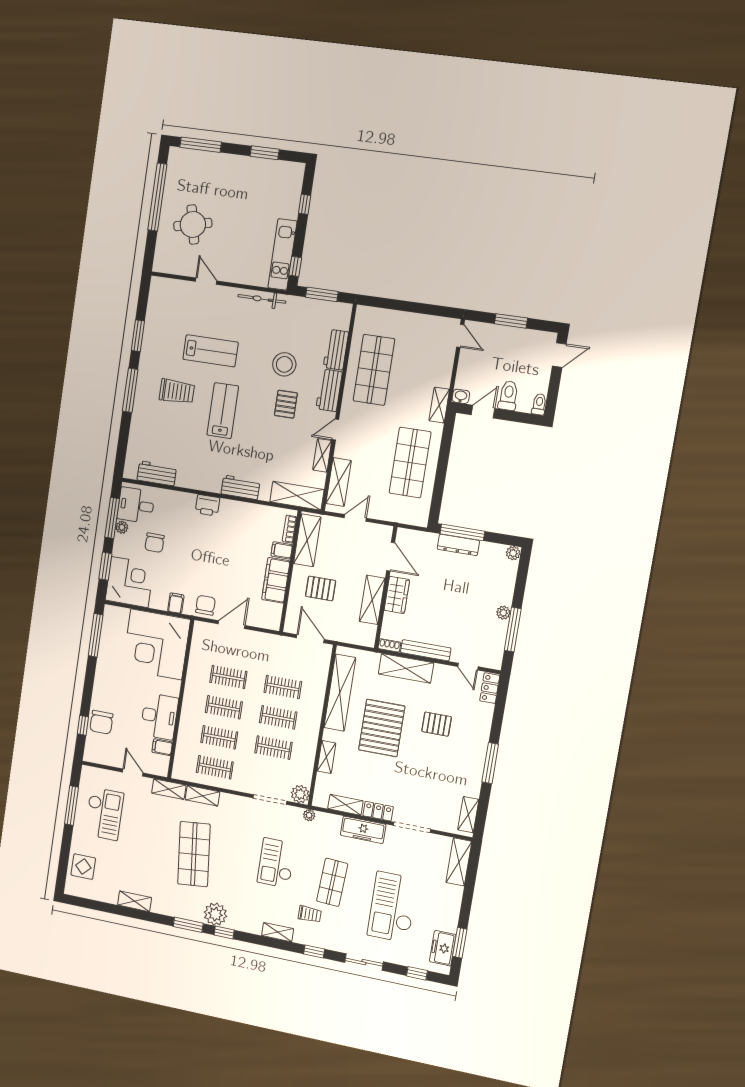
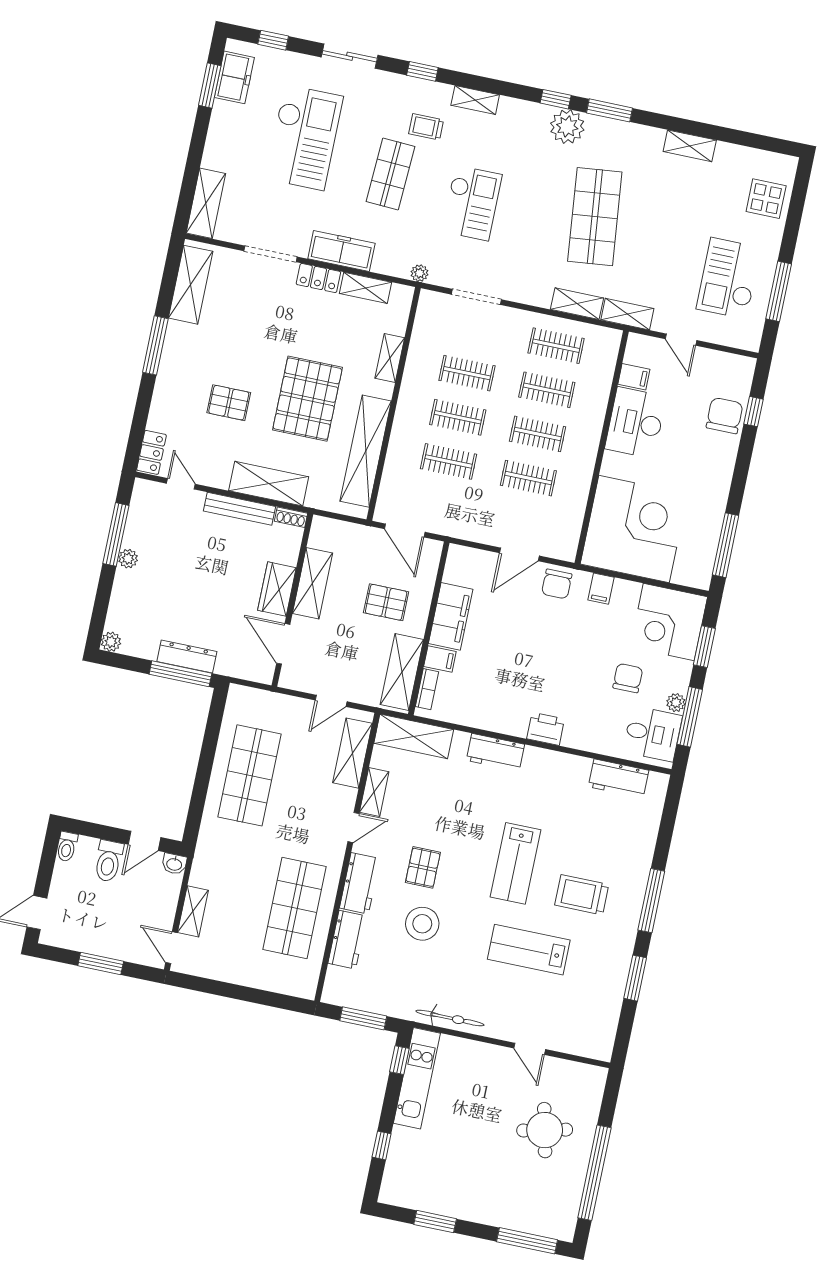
shelving: (439, 405) -> (193, 911), moved
plant: (300, 794) -> (431, 304), removed
shelving: (468, 815) -> (191, 285), width x1.50, depth x1.33

